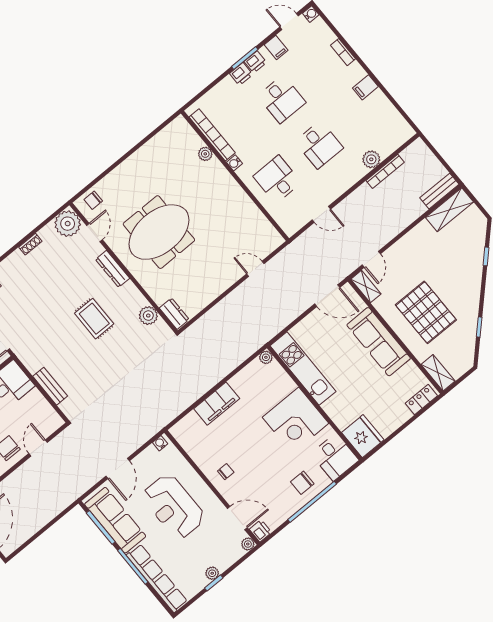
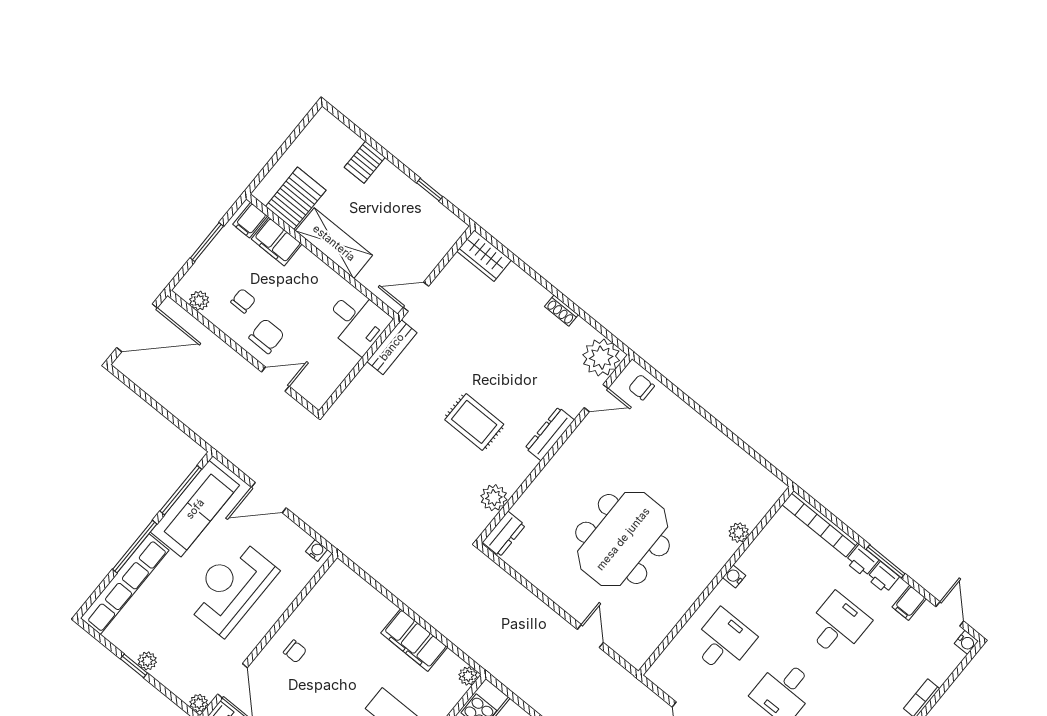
desk: (282, 99) -> (838, 625), turned 180
bookcase: (212, 135) -> (820, 524), moved, turned 90
meeting table: (159, 232) -> (623, 539), moved, turned 90
rug: (94, 319) -> (474, 422), turned 90
bench: (50, 386) -> (392, 347), moved
filing cabinet: (217, 404) -> (414, 640), moved

